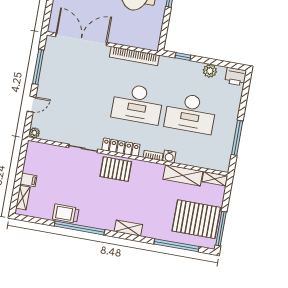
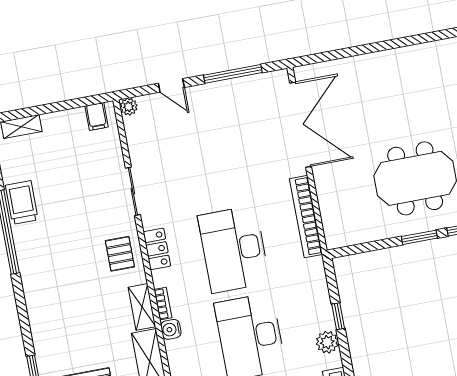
window: (183, 57) -> (338, 316), moved
locker: (121, 147) -> (157, 249), width x0.66
pallet: (116, 169) -> (120, 254), width x0.67, depth x0.71
filing cabinet: (28, 180) -> (97, 116), moved
shelving: (128, 228) -> (142, 307), moved

